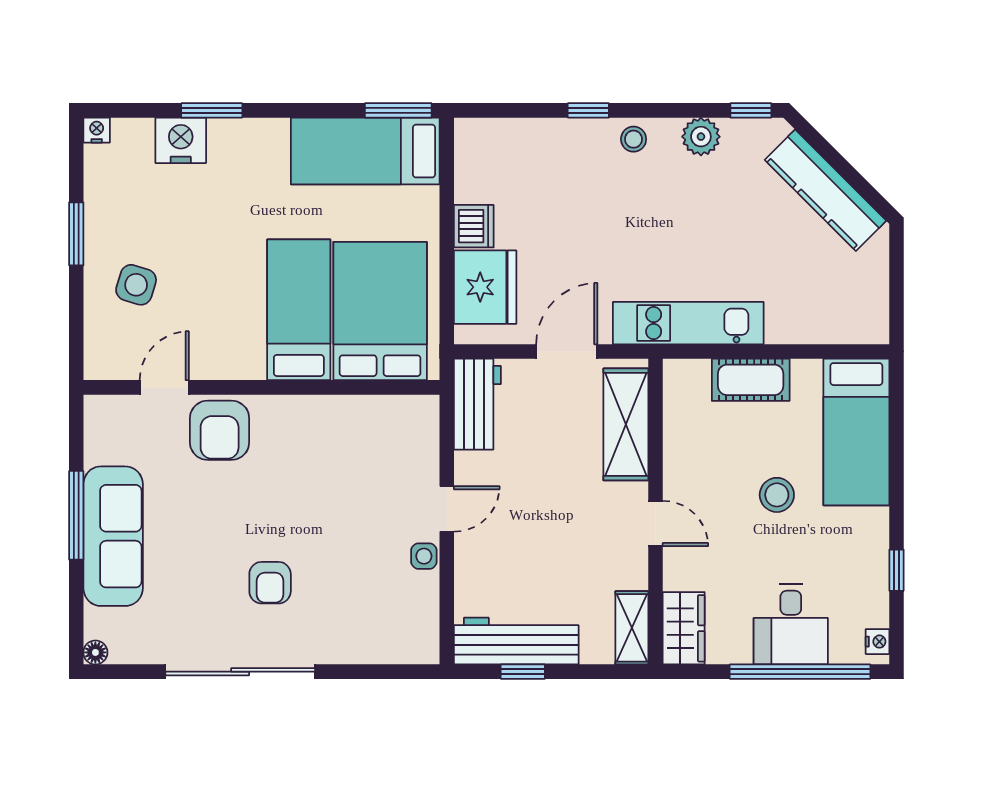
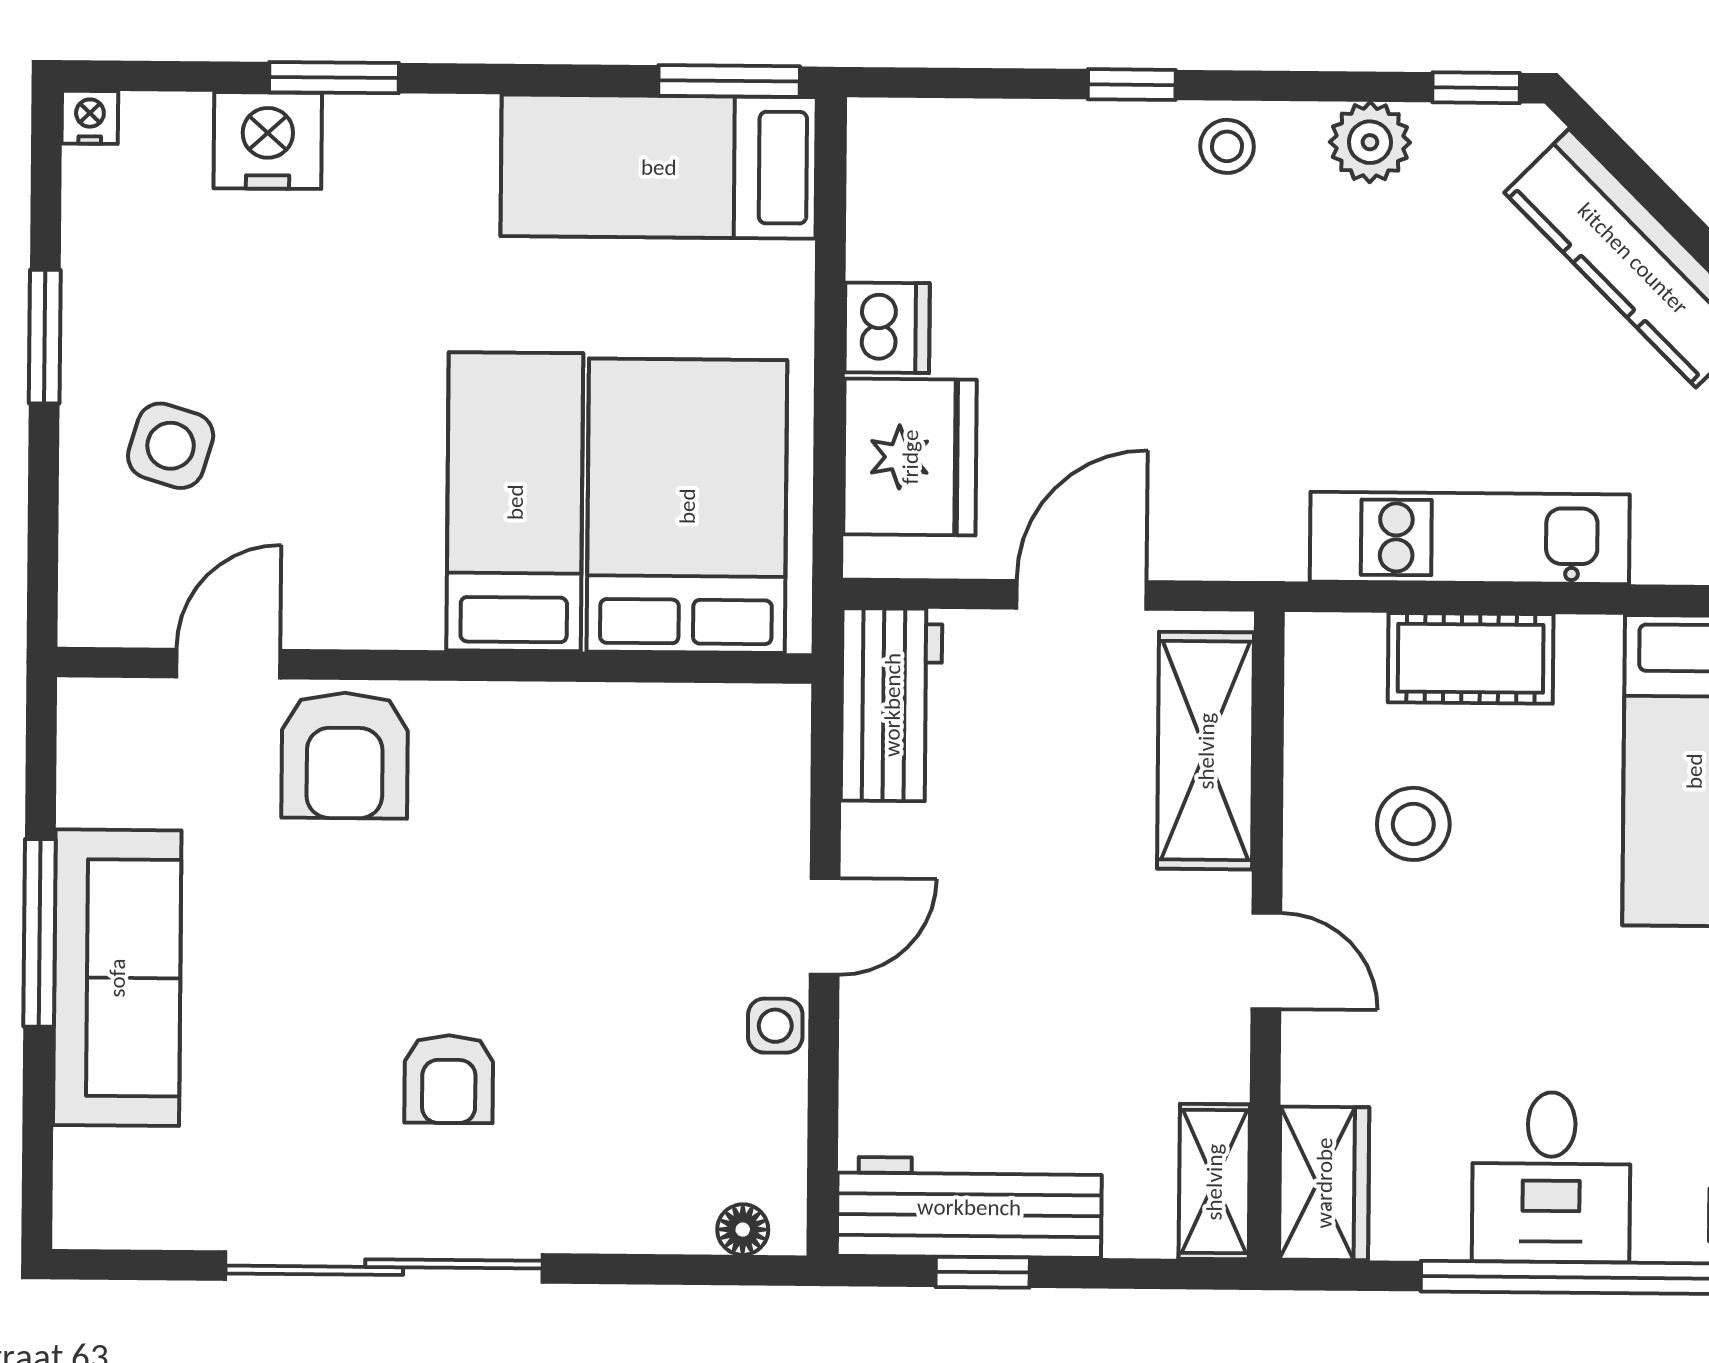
kitchen unit: (688, 323) -> (1470, 538), moved
stool: (777, 495) -> (1413, 824), moved
floor lamp: (95, 652) -> (743, 1230), moved

